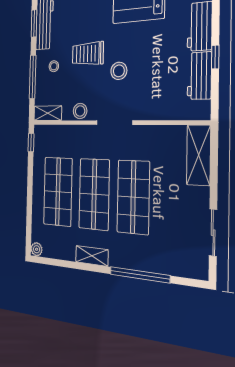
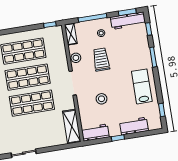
trolley: (88, 54) -> (101, 59), moved
stool: (119, 71) -> (101, 99), moved
workbench: (199, 76) -> (95, 133), moved
shelving: (199, 155) -> (72, 126), moved, turned 90

